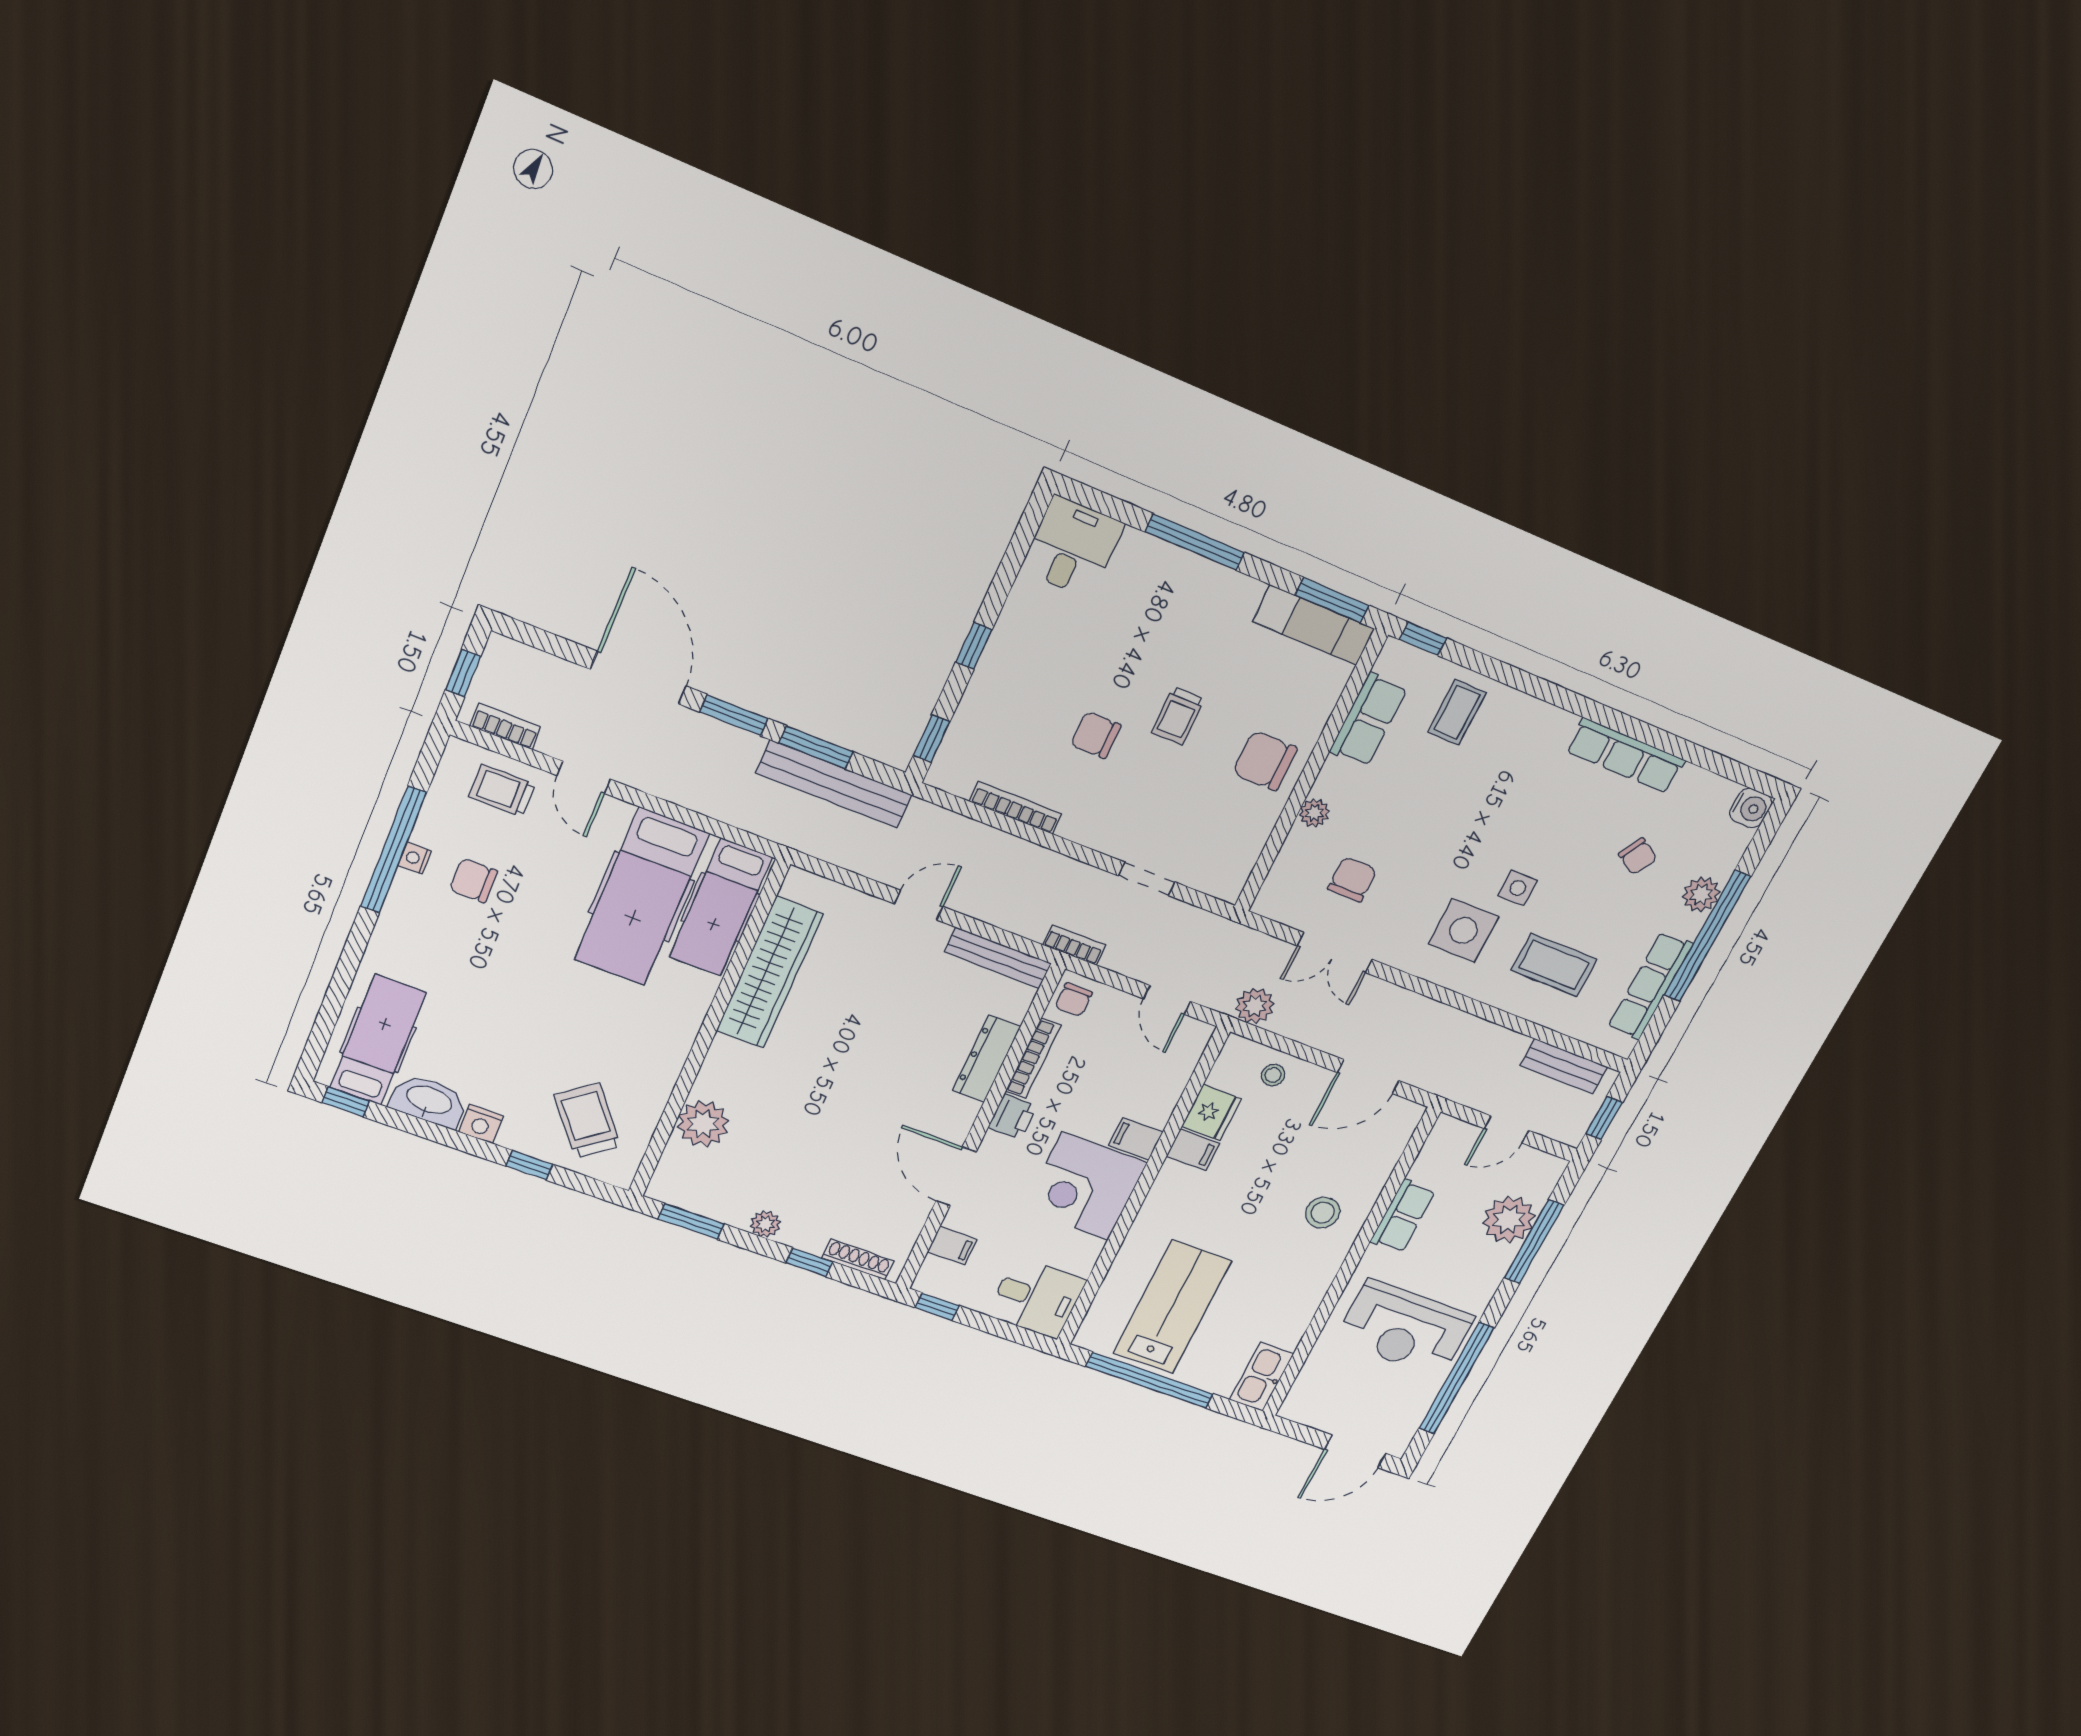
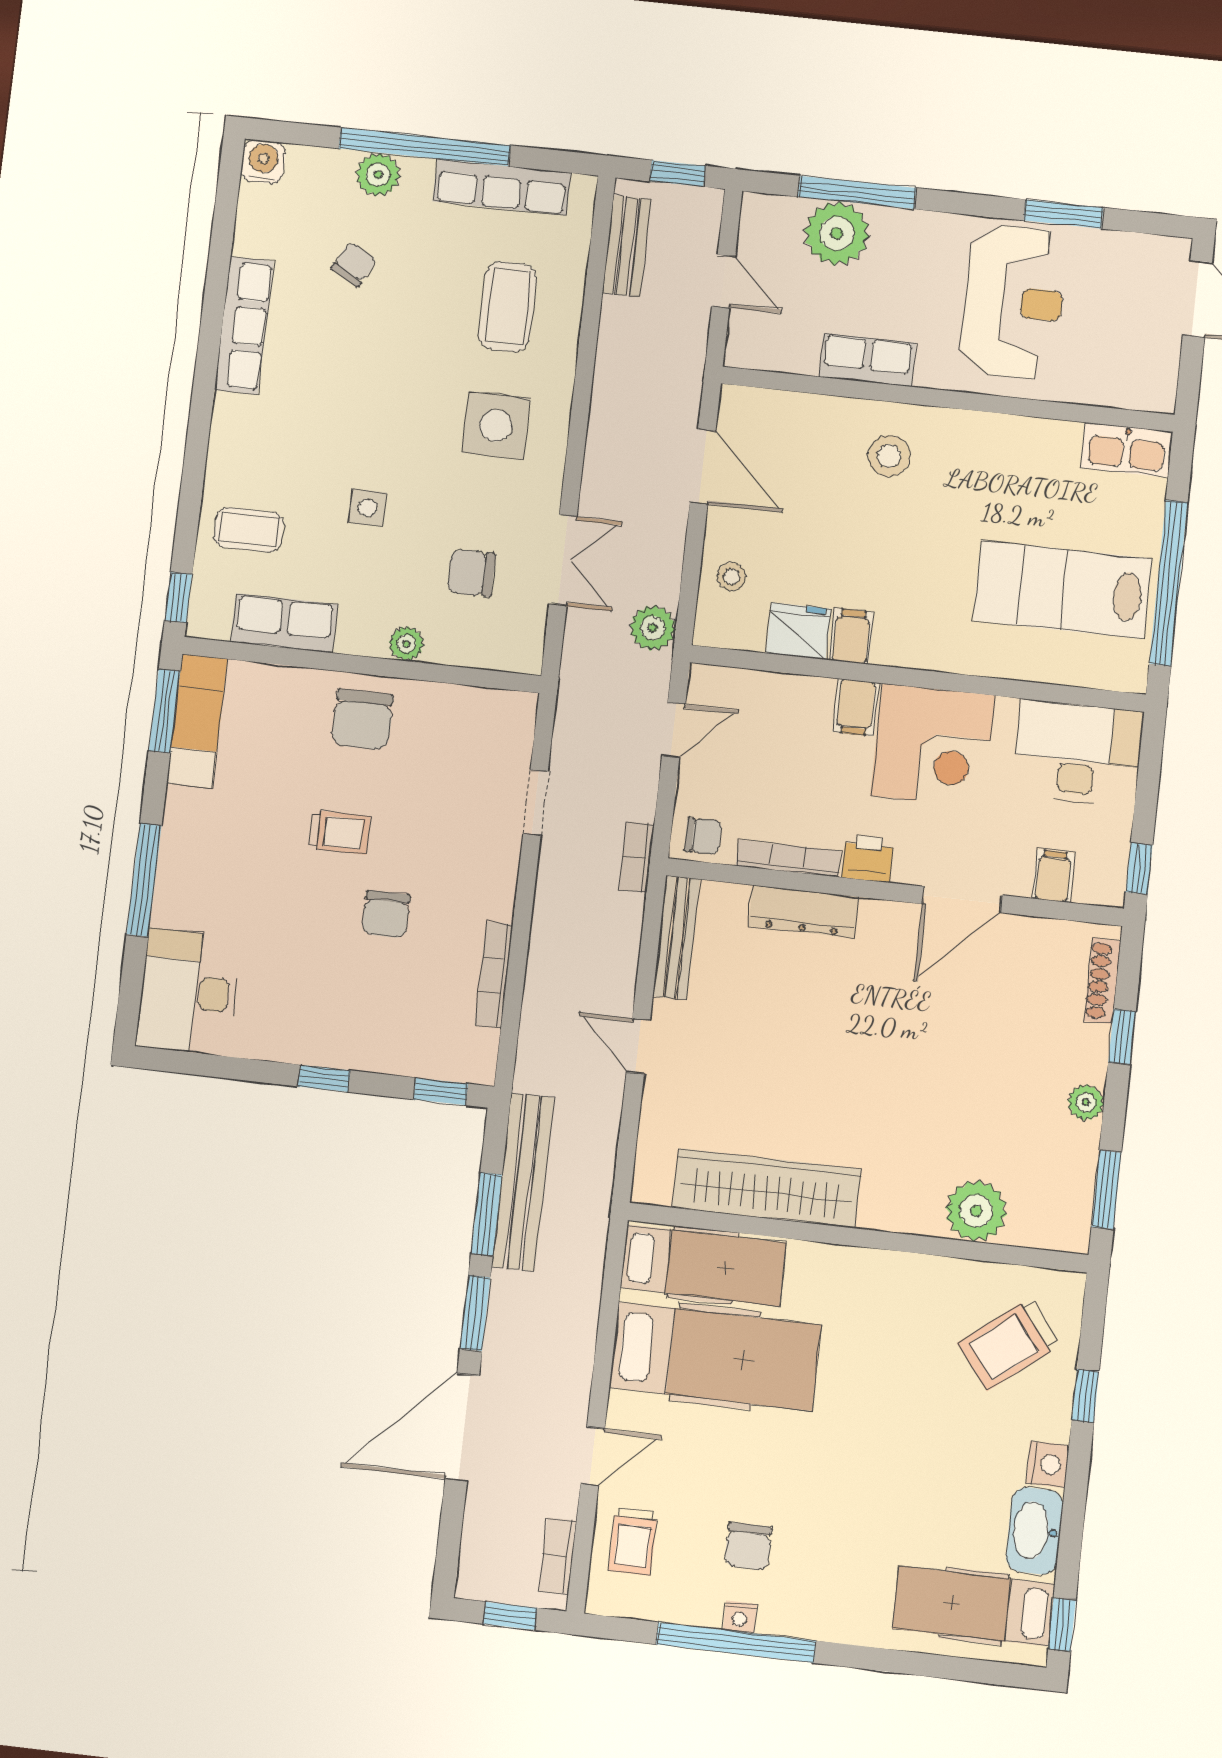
desk: (1072, 547) -> (188, 992), width x1.37
side table: (1518, 888) -> (368, 508), moved
desk: (1036, 1298) -> (1078, 753), width x1.37
window: (1456, 1378) -> (1064, 214), width x0.47

